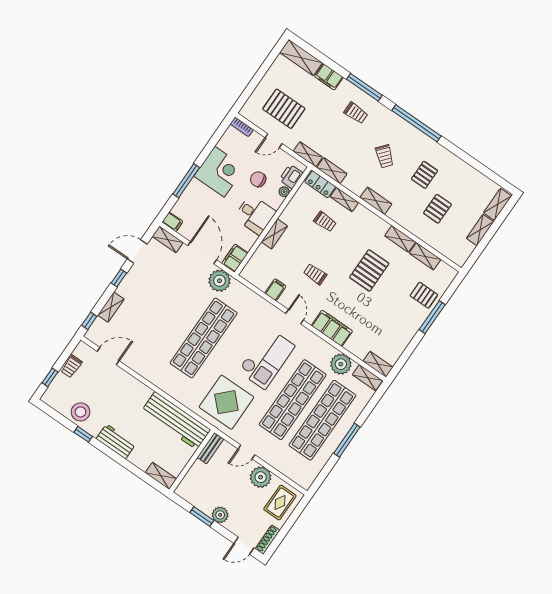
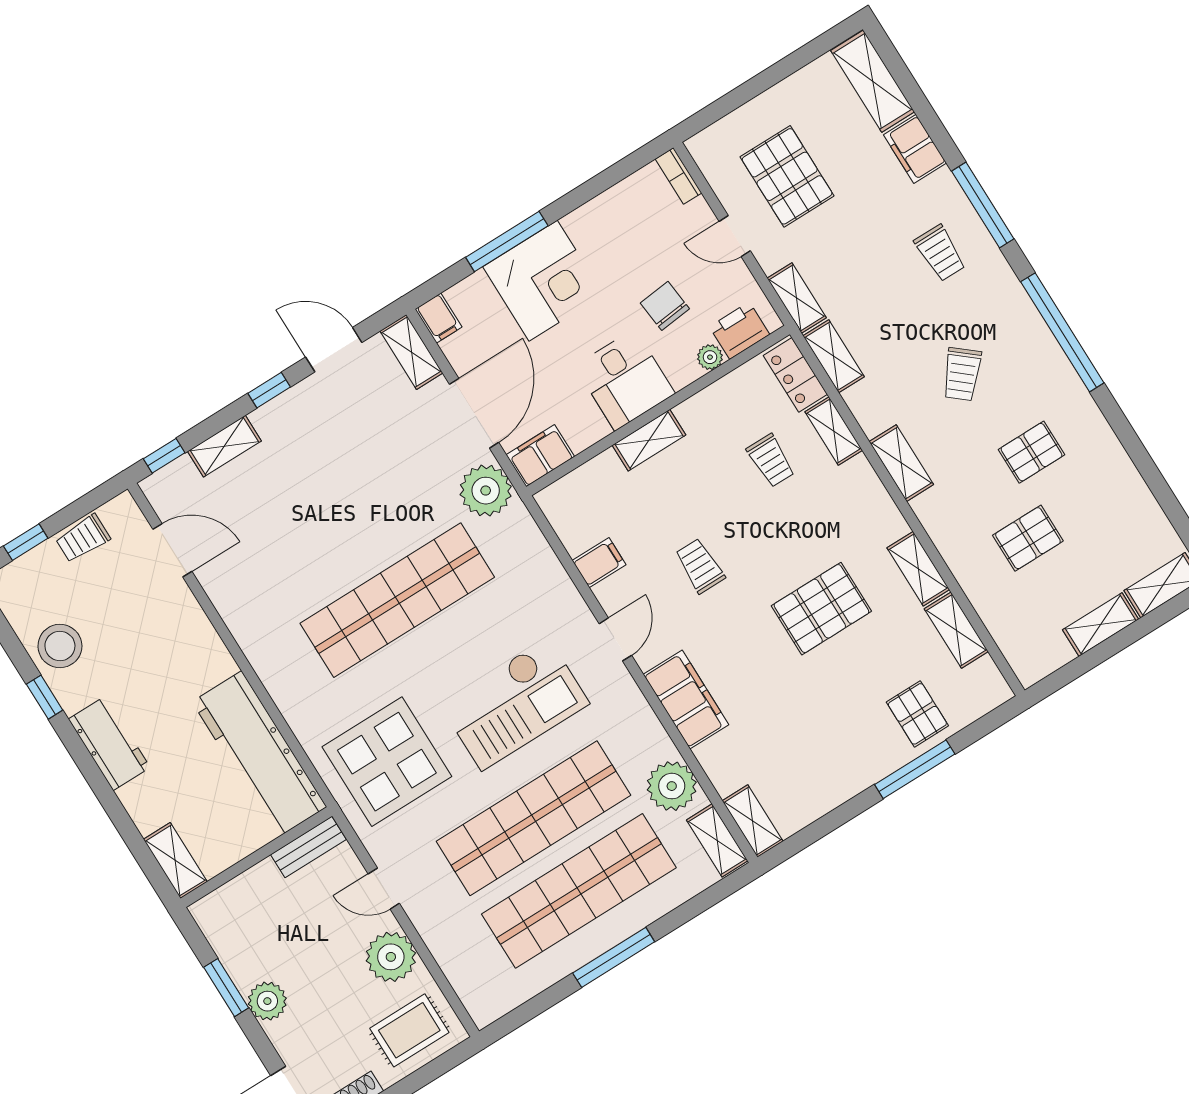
corner desk: (219, 172) -> (543, 281), moved

